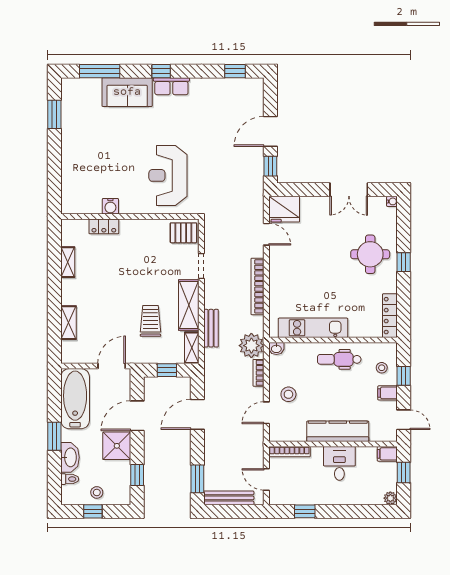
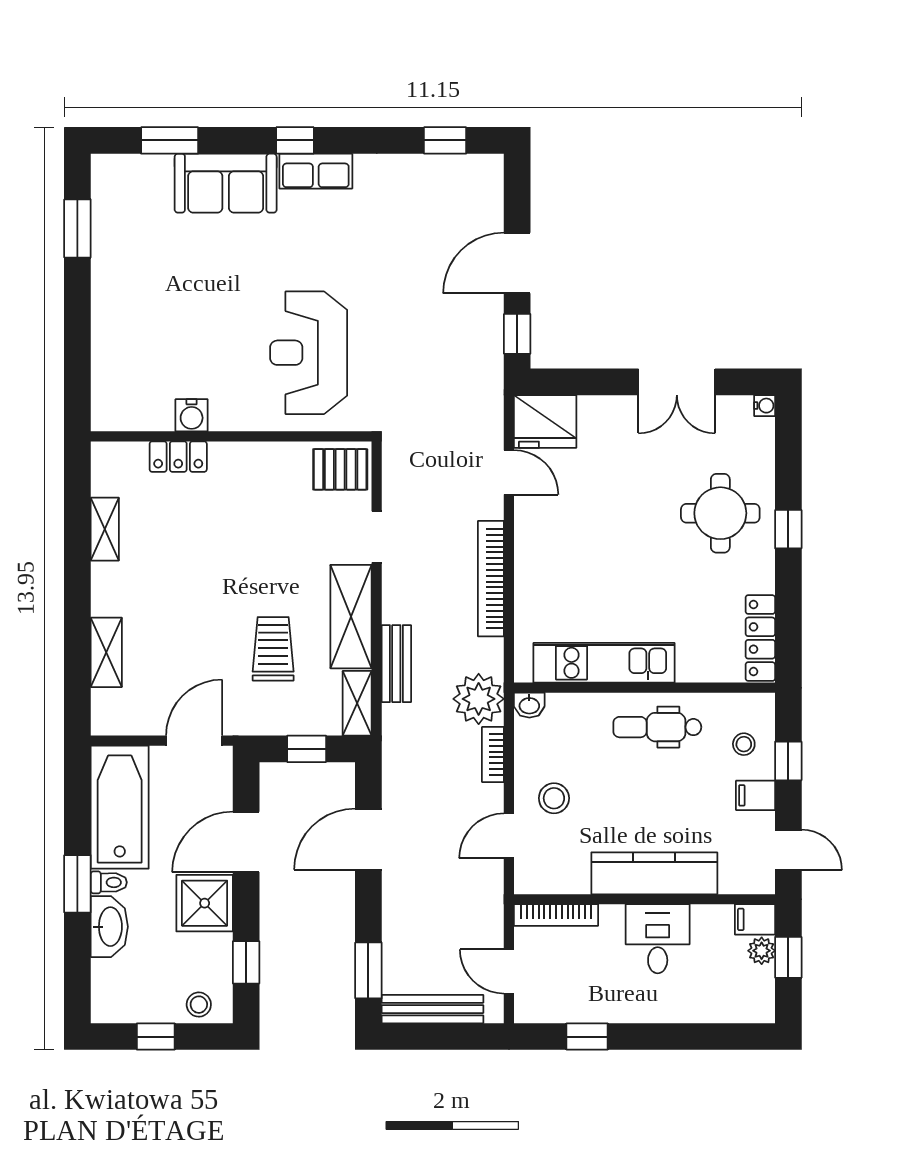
window: (100, 71) -> (170, 140), width x0.69
toilet: (70, 479) -> (109, 882), moved
stool: (97, 492) -> (199, 1005), moved
plant: (390, 498) -> (762, 951), moved

